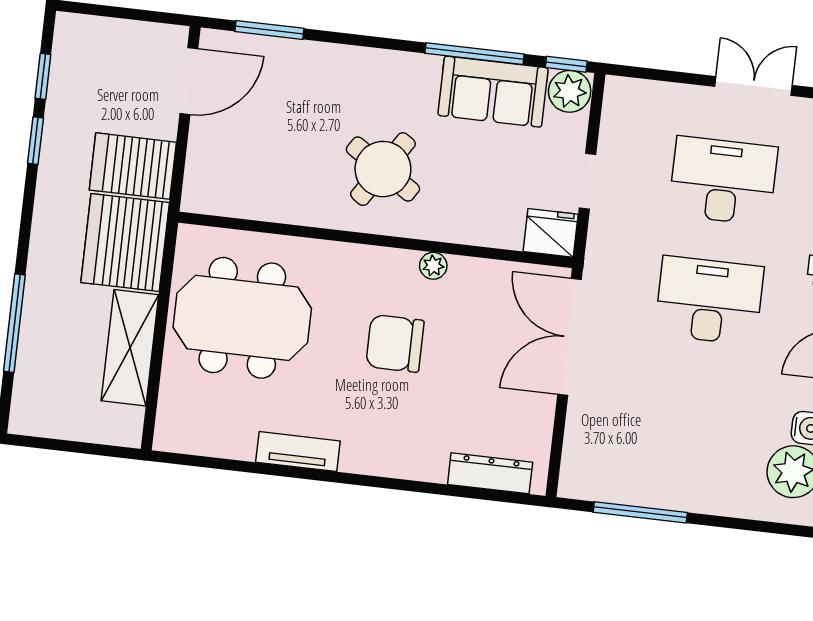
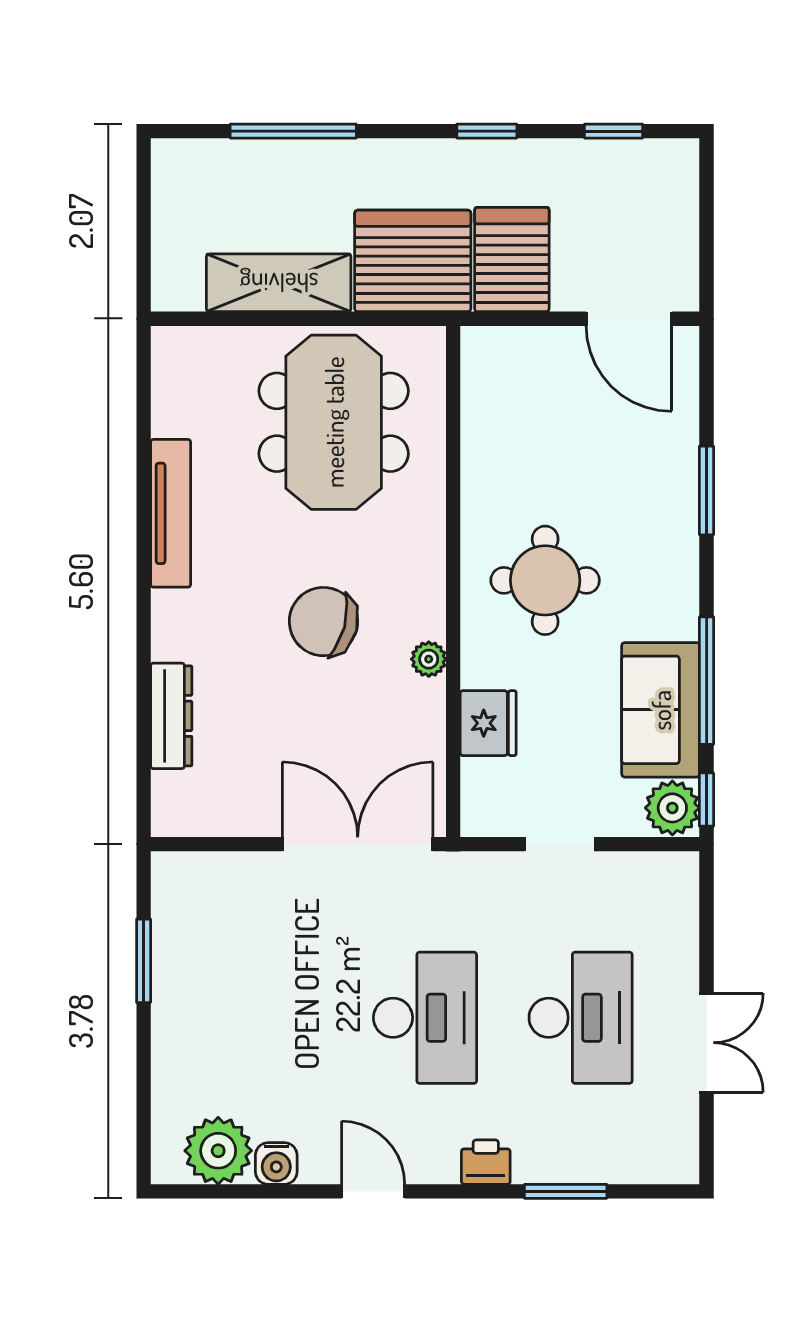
window: (269, 30) -> (707, 490), moved
window: (36, 141) -> (487, 131), moved
round table: (383, 169) -> (545, 580), turned -33
fridge: (551, 233) -> (488, 723), moved
chair: (395, 343) -> (323, 622), turned -75
tv unit: (298, 452) -> (171, 513), width x1.41
dresser: (490, 473) -> (171, 716), moved
window: (640, 512) -> (144, 961), width x0.69

